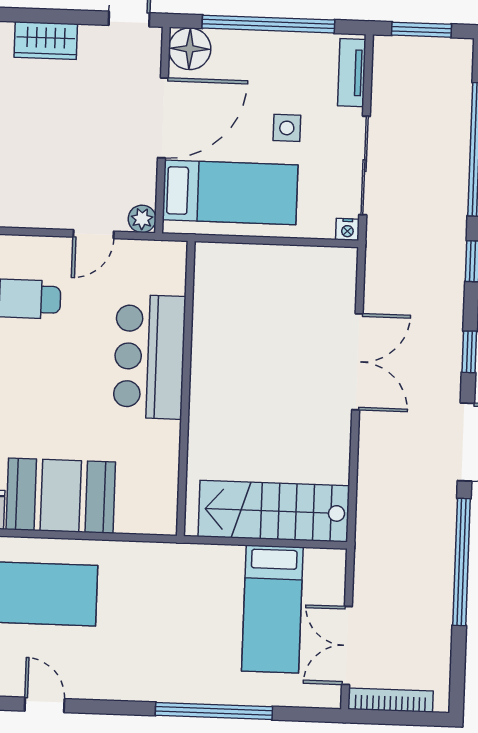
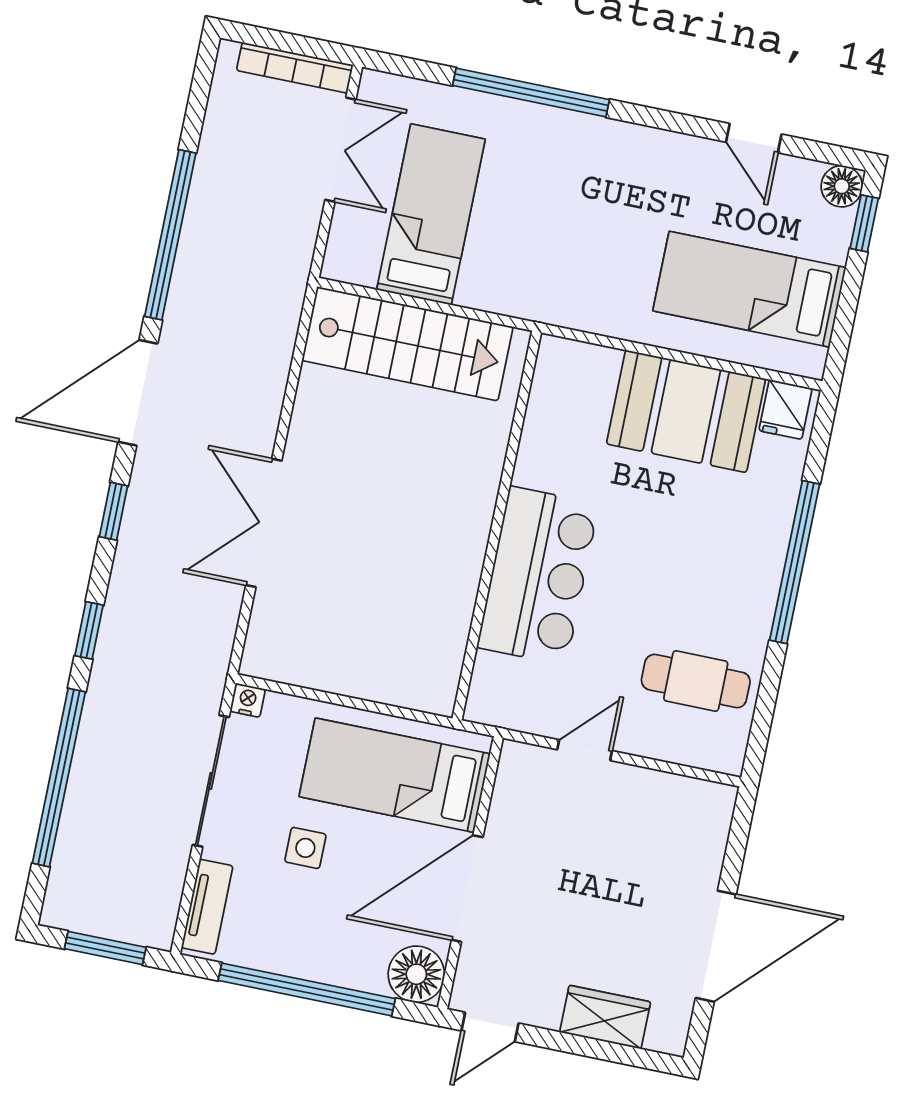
plant: (142, 219) -> (517, 760), removed

